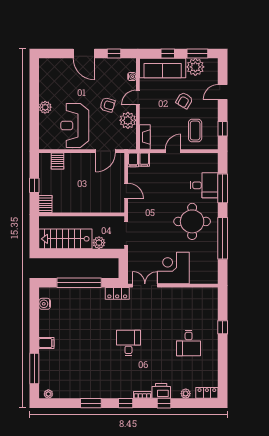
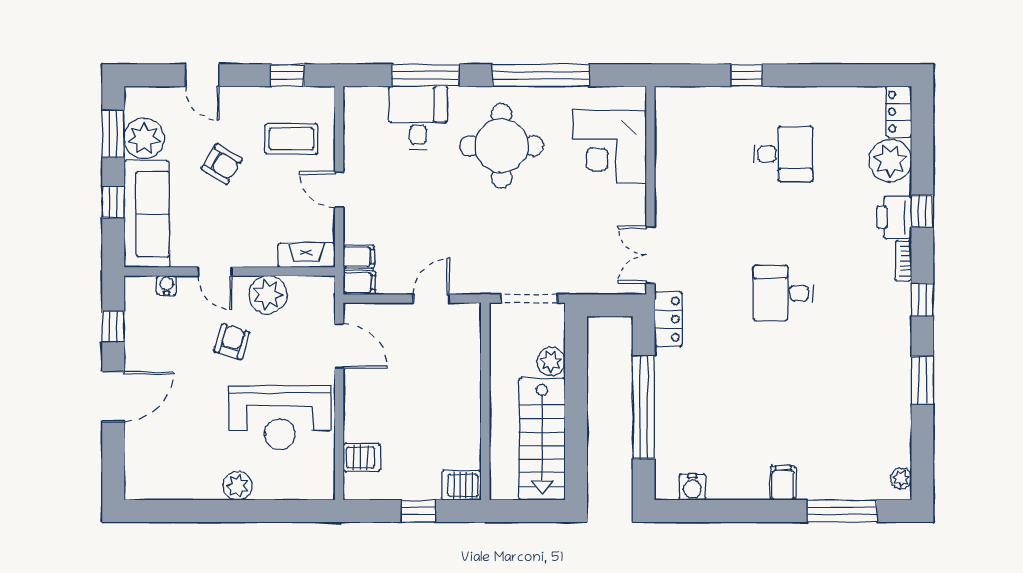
corner desk: (173, 268) -> (610, 147), moved
plant: (186, 394) -> (890, 161), width x1.88, depth x1.88

